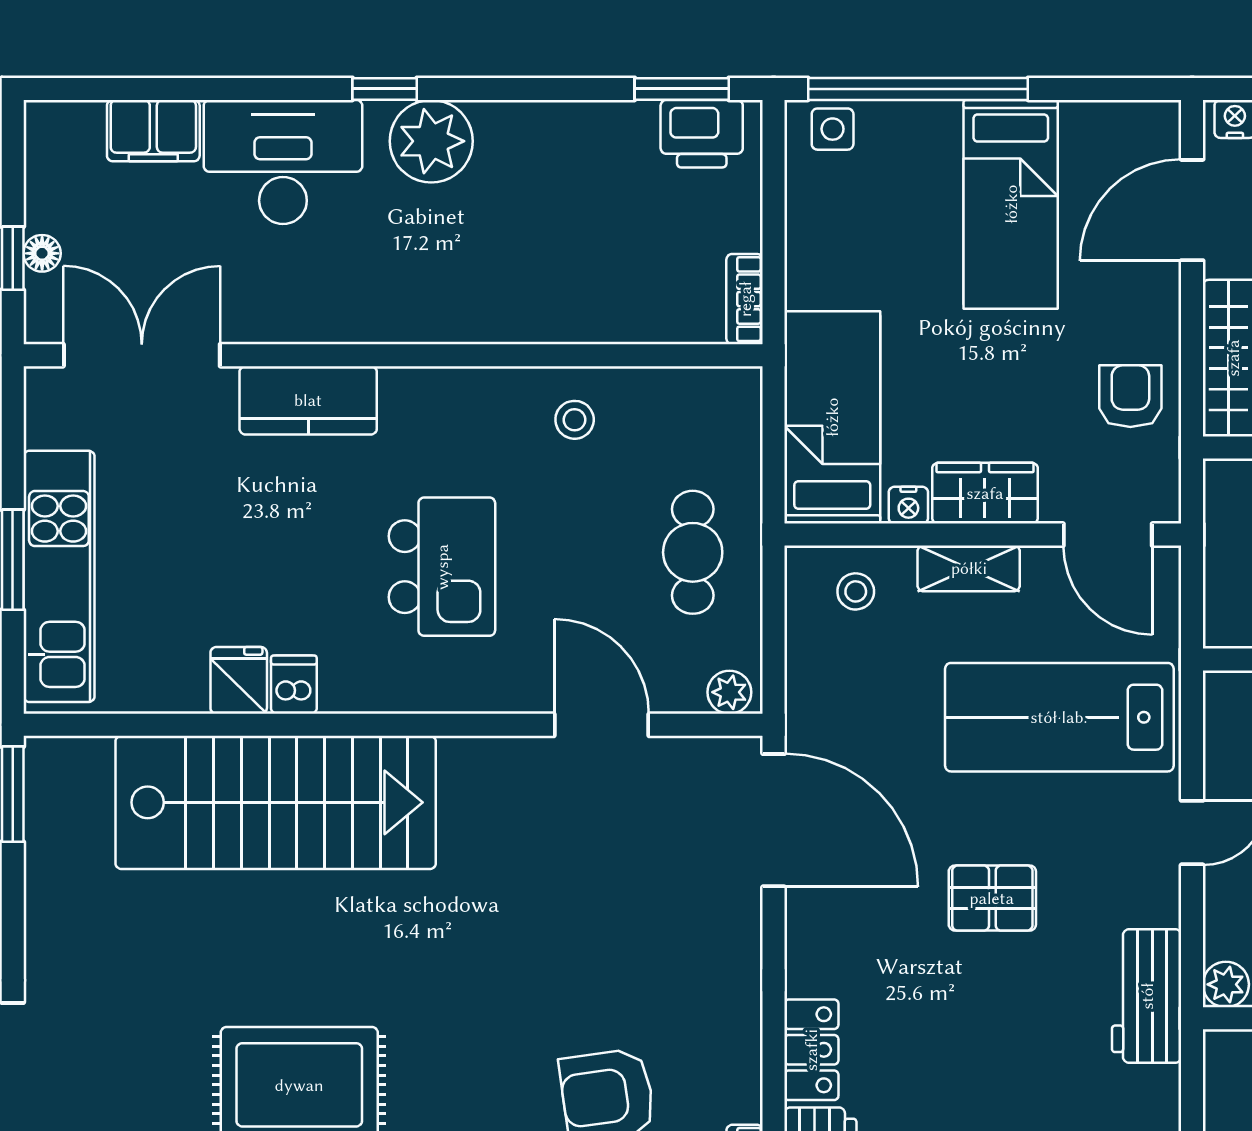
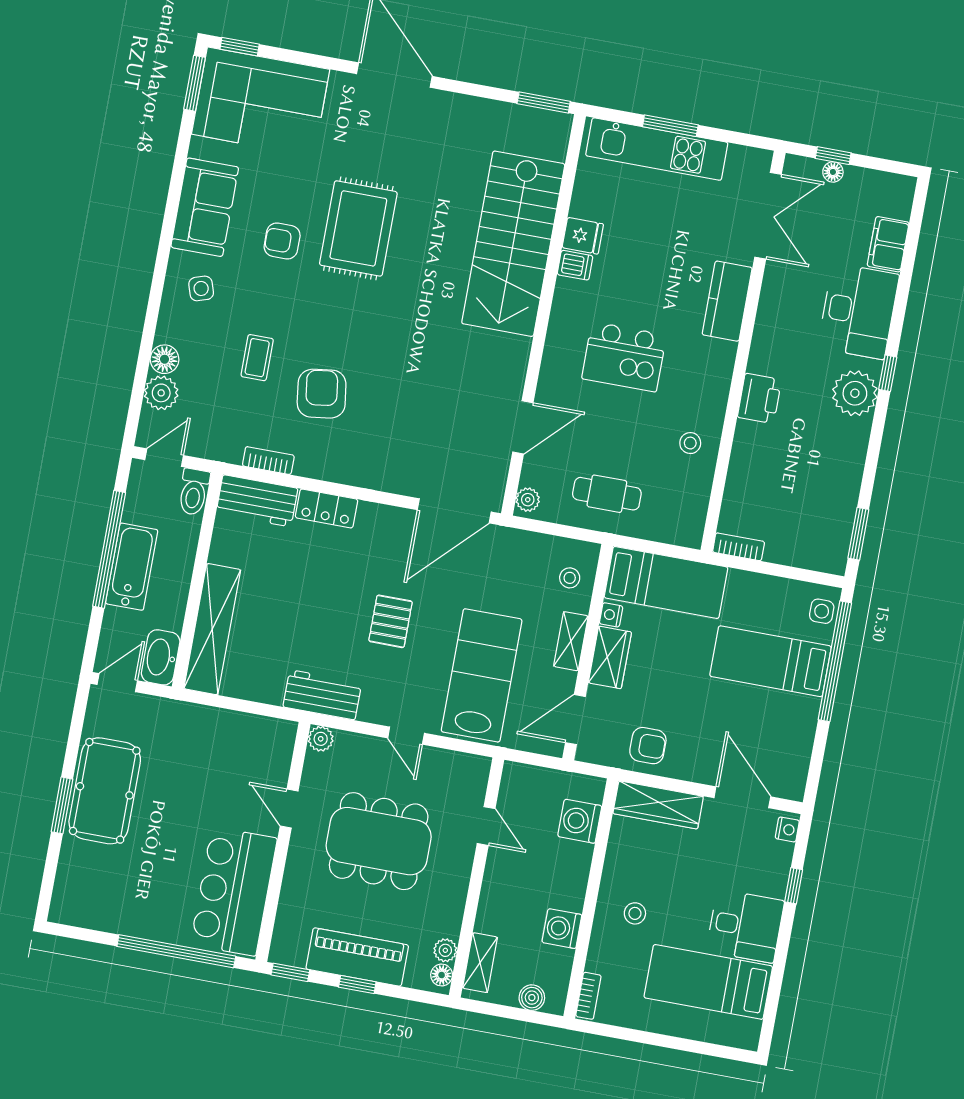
printer: (702, 134) -> (759, 398), moved, turned 180
bed: (1011, 204) -> (770, 661), moved

